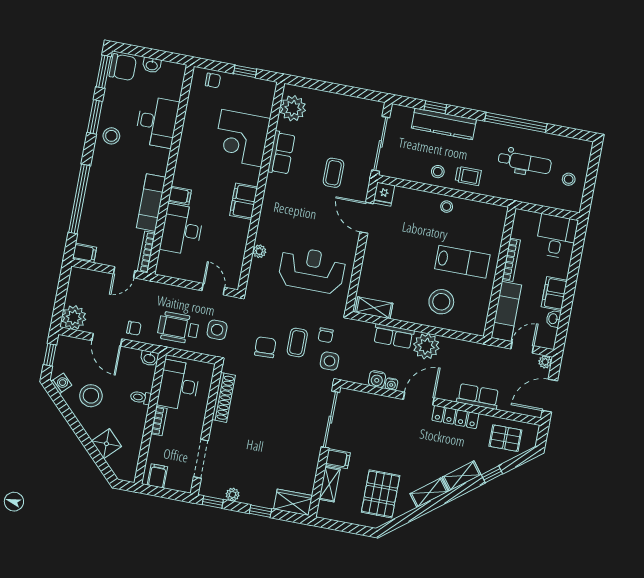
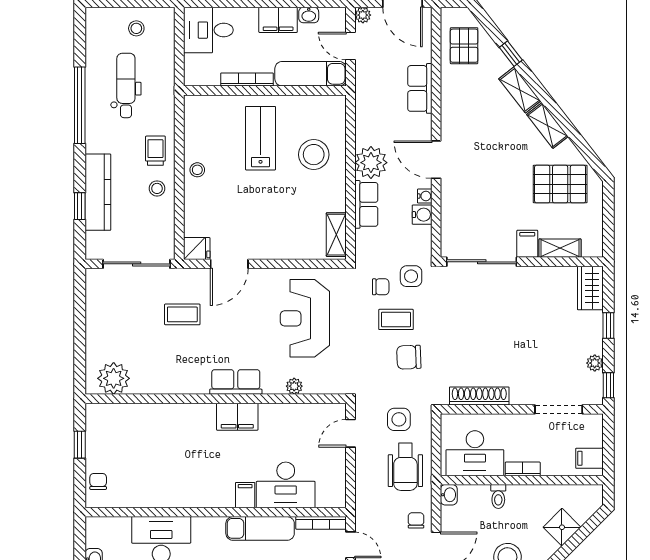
corner desk: (242, 138) -> (161, 434), removed
row of seats: (281, 153) -> (236, 382), moved
locker: (455, 417) -> (450, 111), removed

